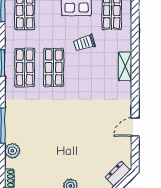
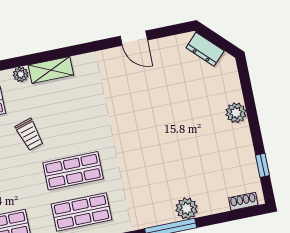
plant: (126, 45) -> (21, 74), added
plant: (12, 151) -> (187, 208), moved

